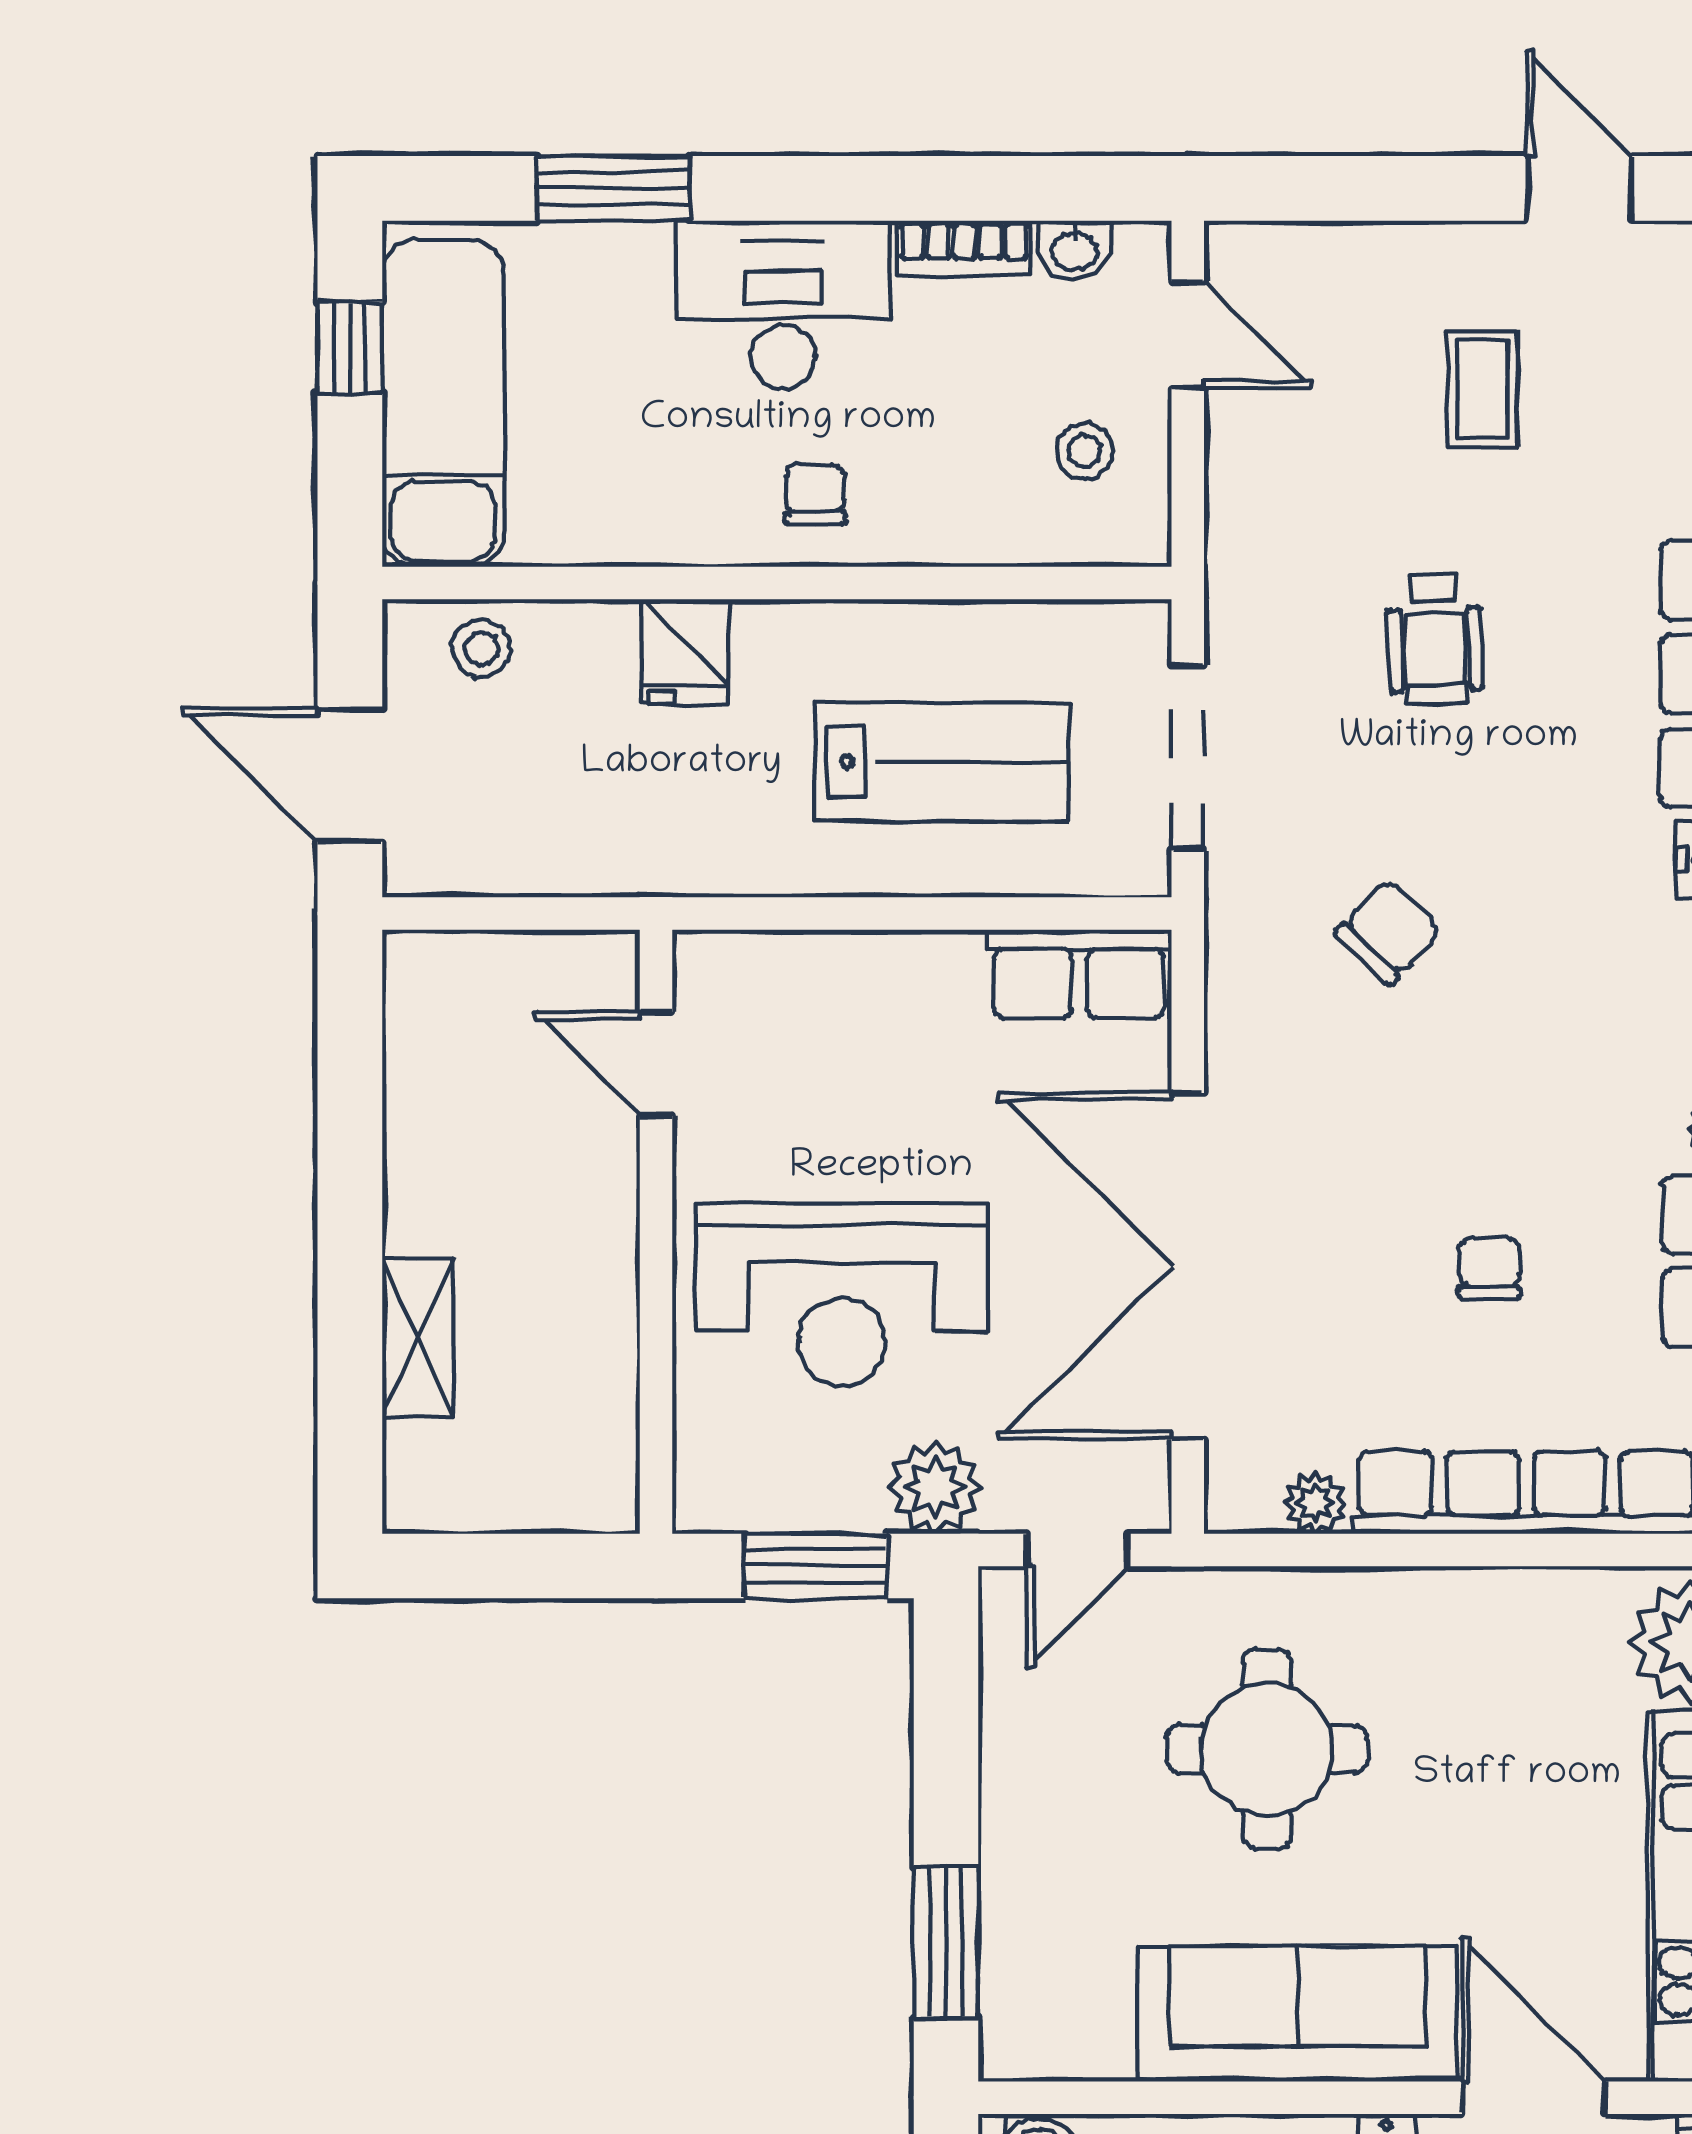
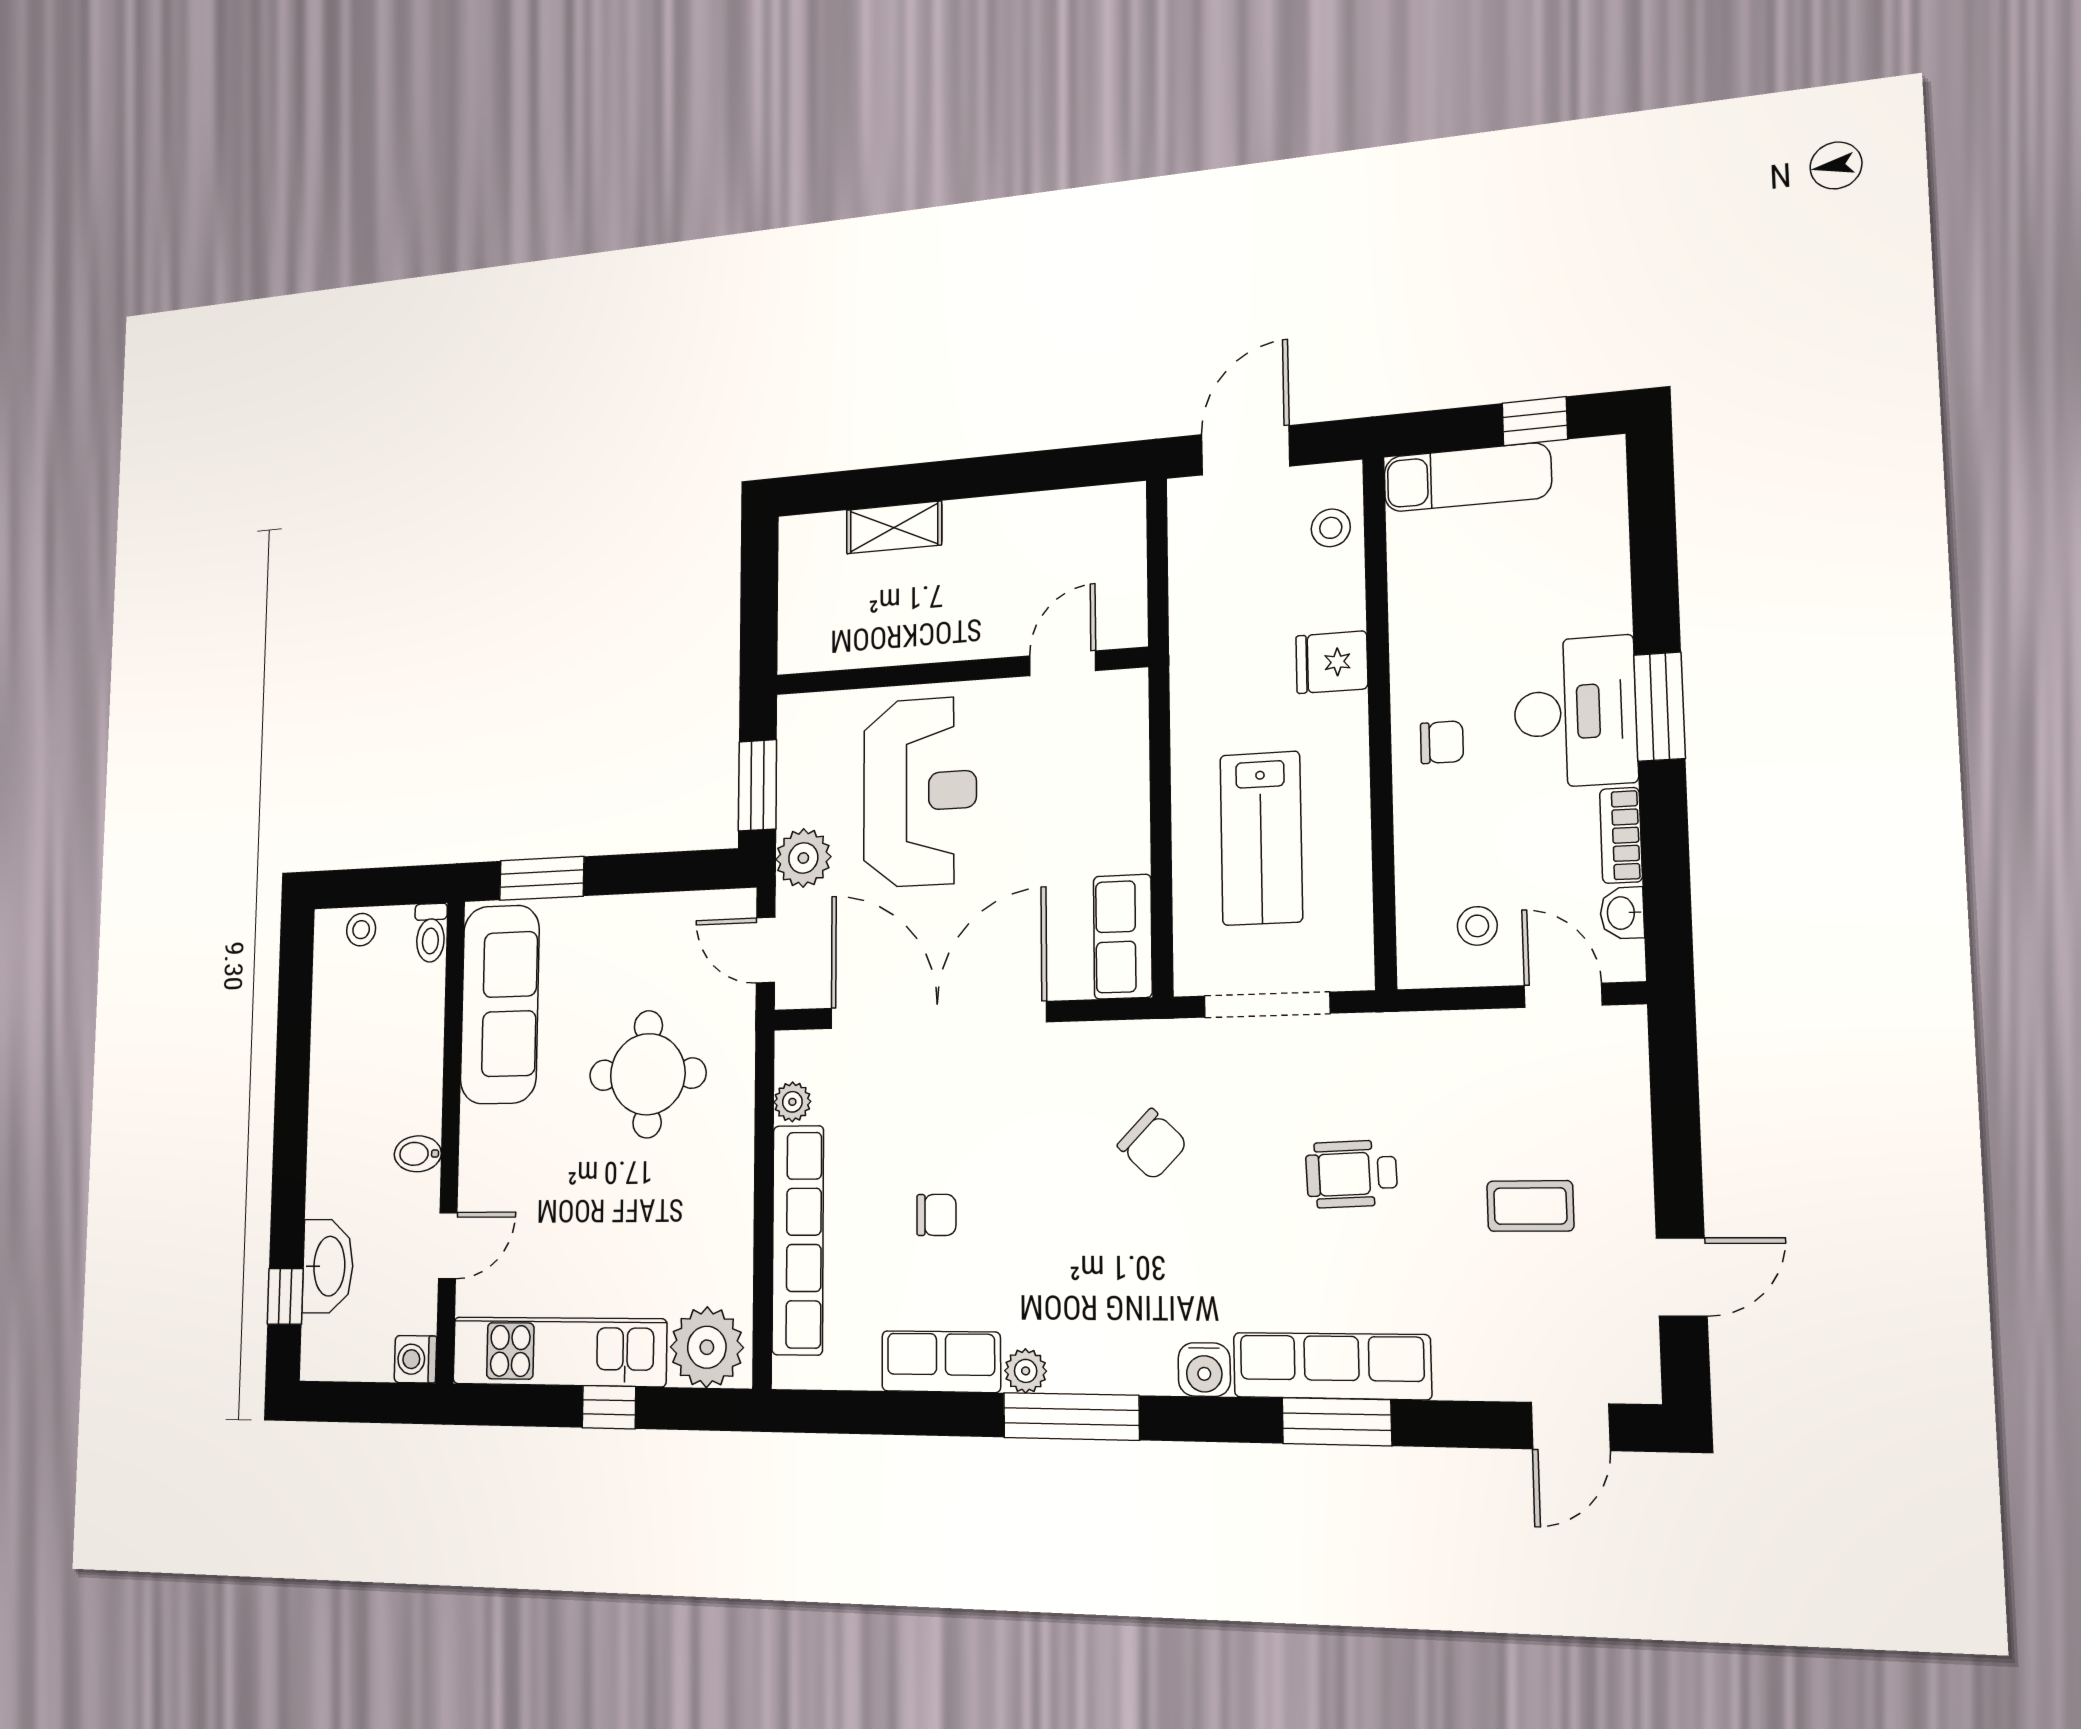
window: (613, 188) -> (1659, 707), moved
door: (1188, 335) -> (1563, 995), swing flipped
exam couch: (443, 403) -> (1467, 477), width x0.73, depth x0.69
reception desk: (842, 1295) -> (920, 792), turned 180
sofa: (1297, 2014) -> (500, 1004), moved
door: (1534, 2098) -> (448, 1246), width x0.73

